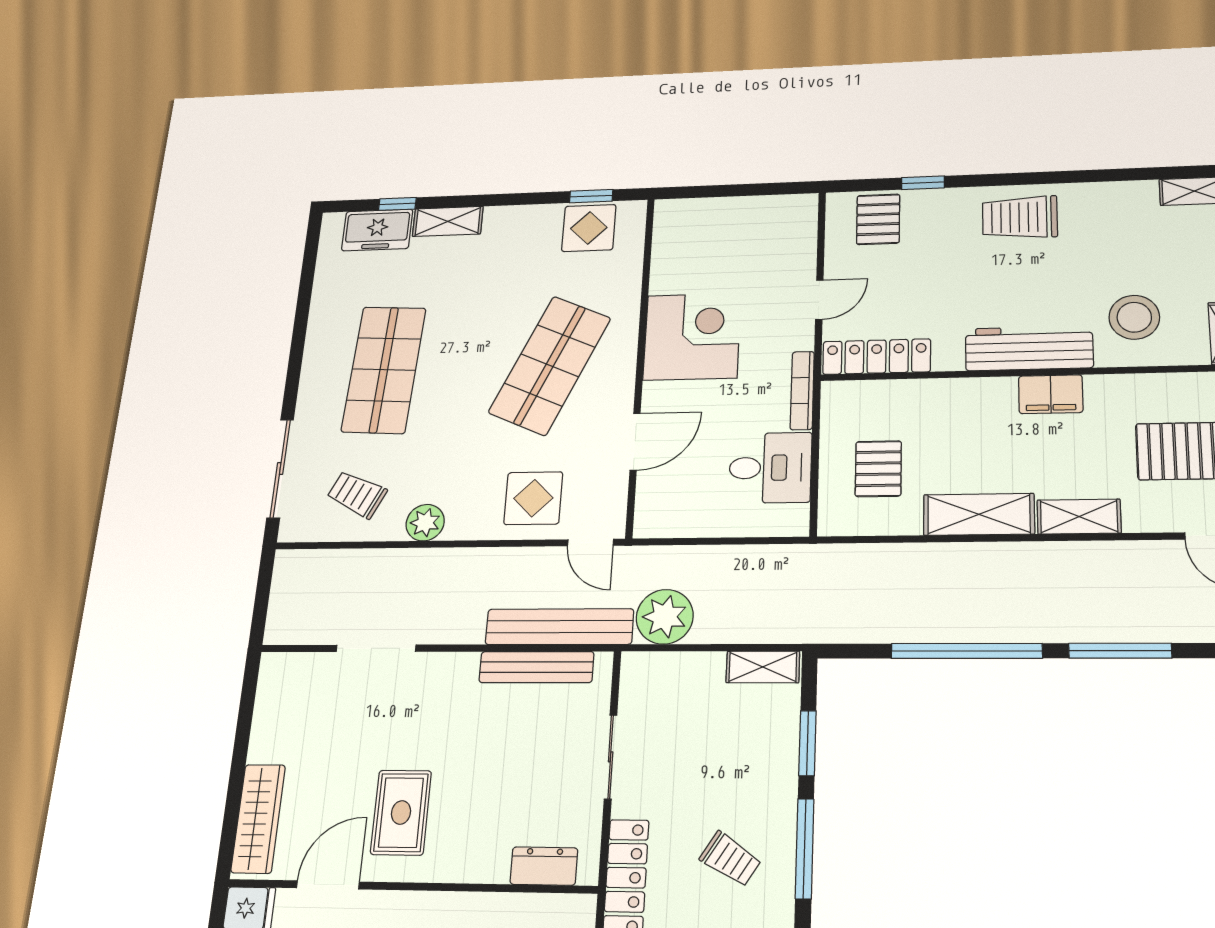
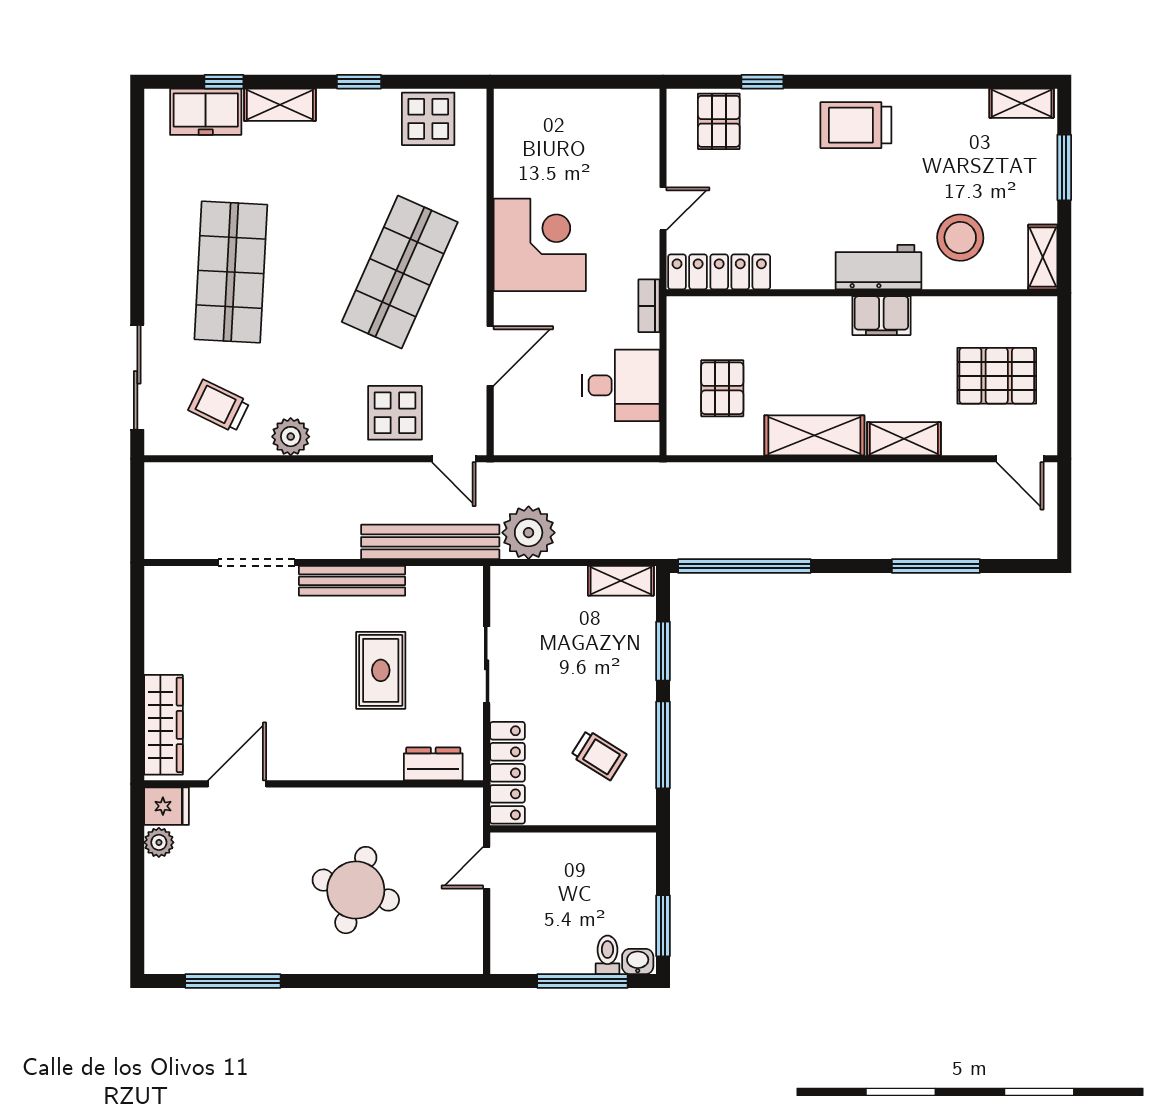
window: (591, 196) -> (359, 82), moved
workbench: (1029, 348) -> (878, 267), width x0.73
bookcase: (802, 390) -> (649, 306), width x0.64
window: (966, 651) -> (744, 566), moved
bench: (536, 667) -> (352, 581), moved
rug: (401, 812) -> (381, 670), moved

